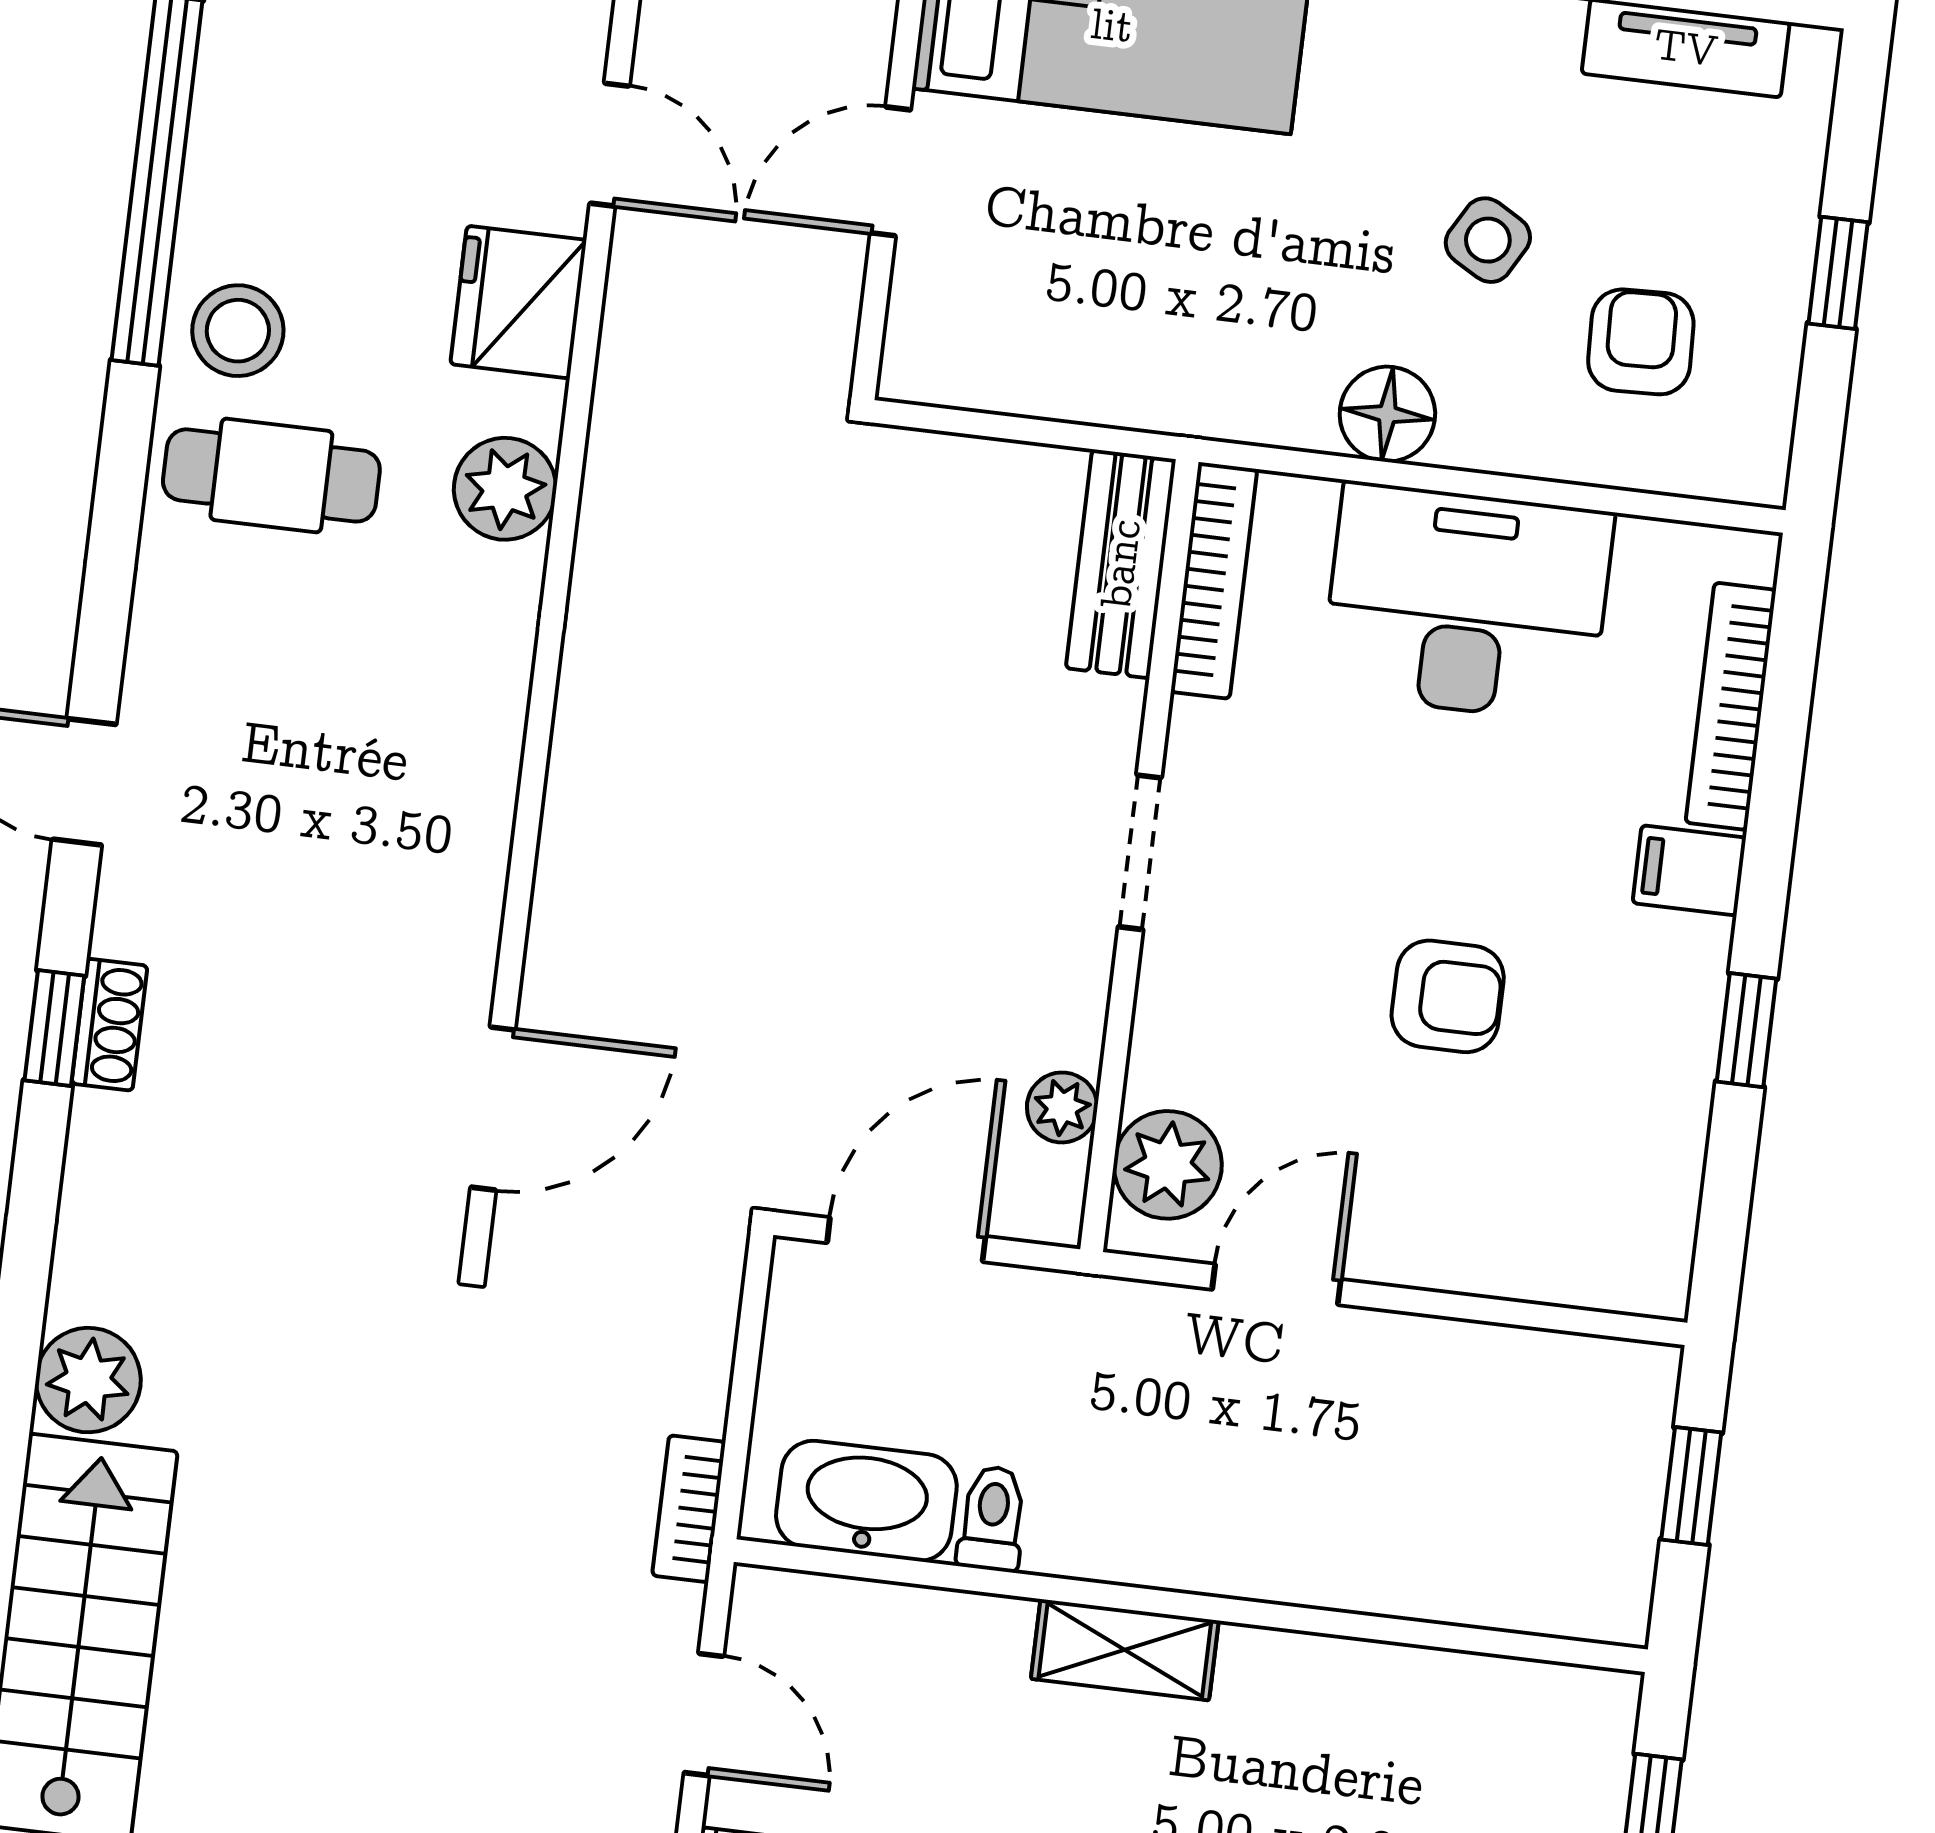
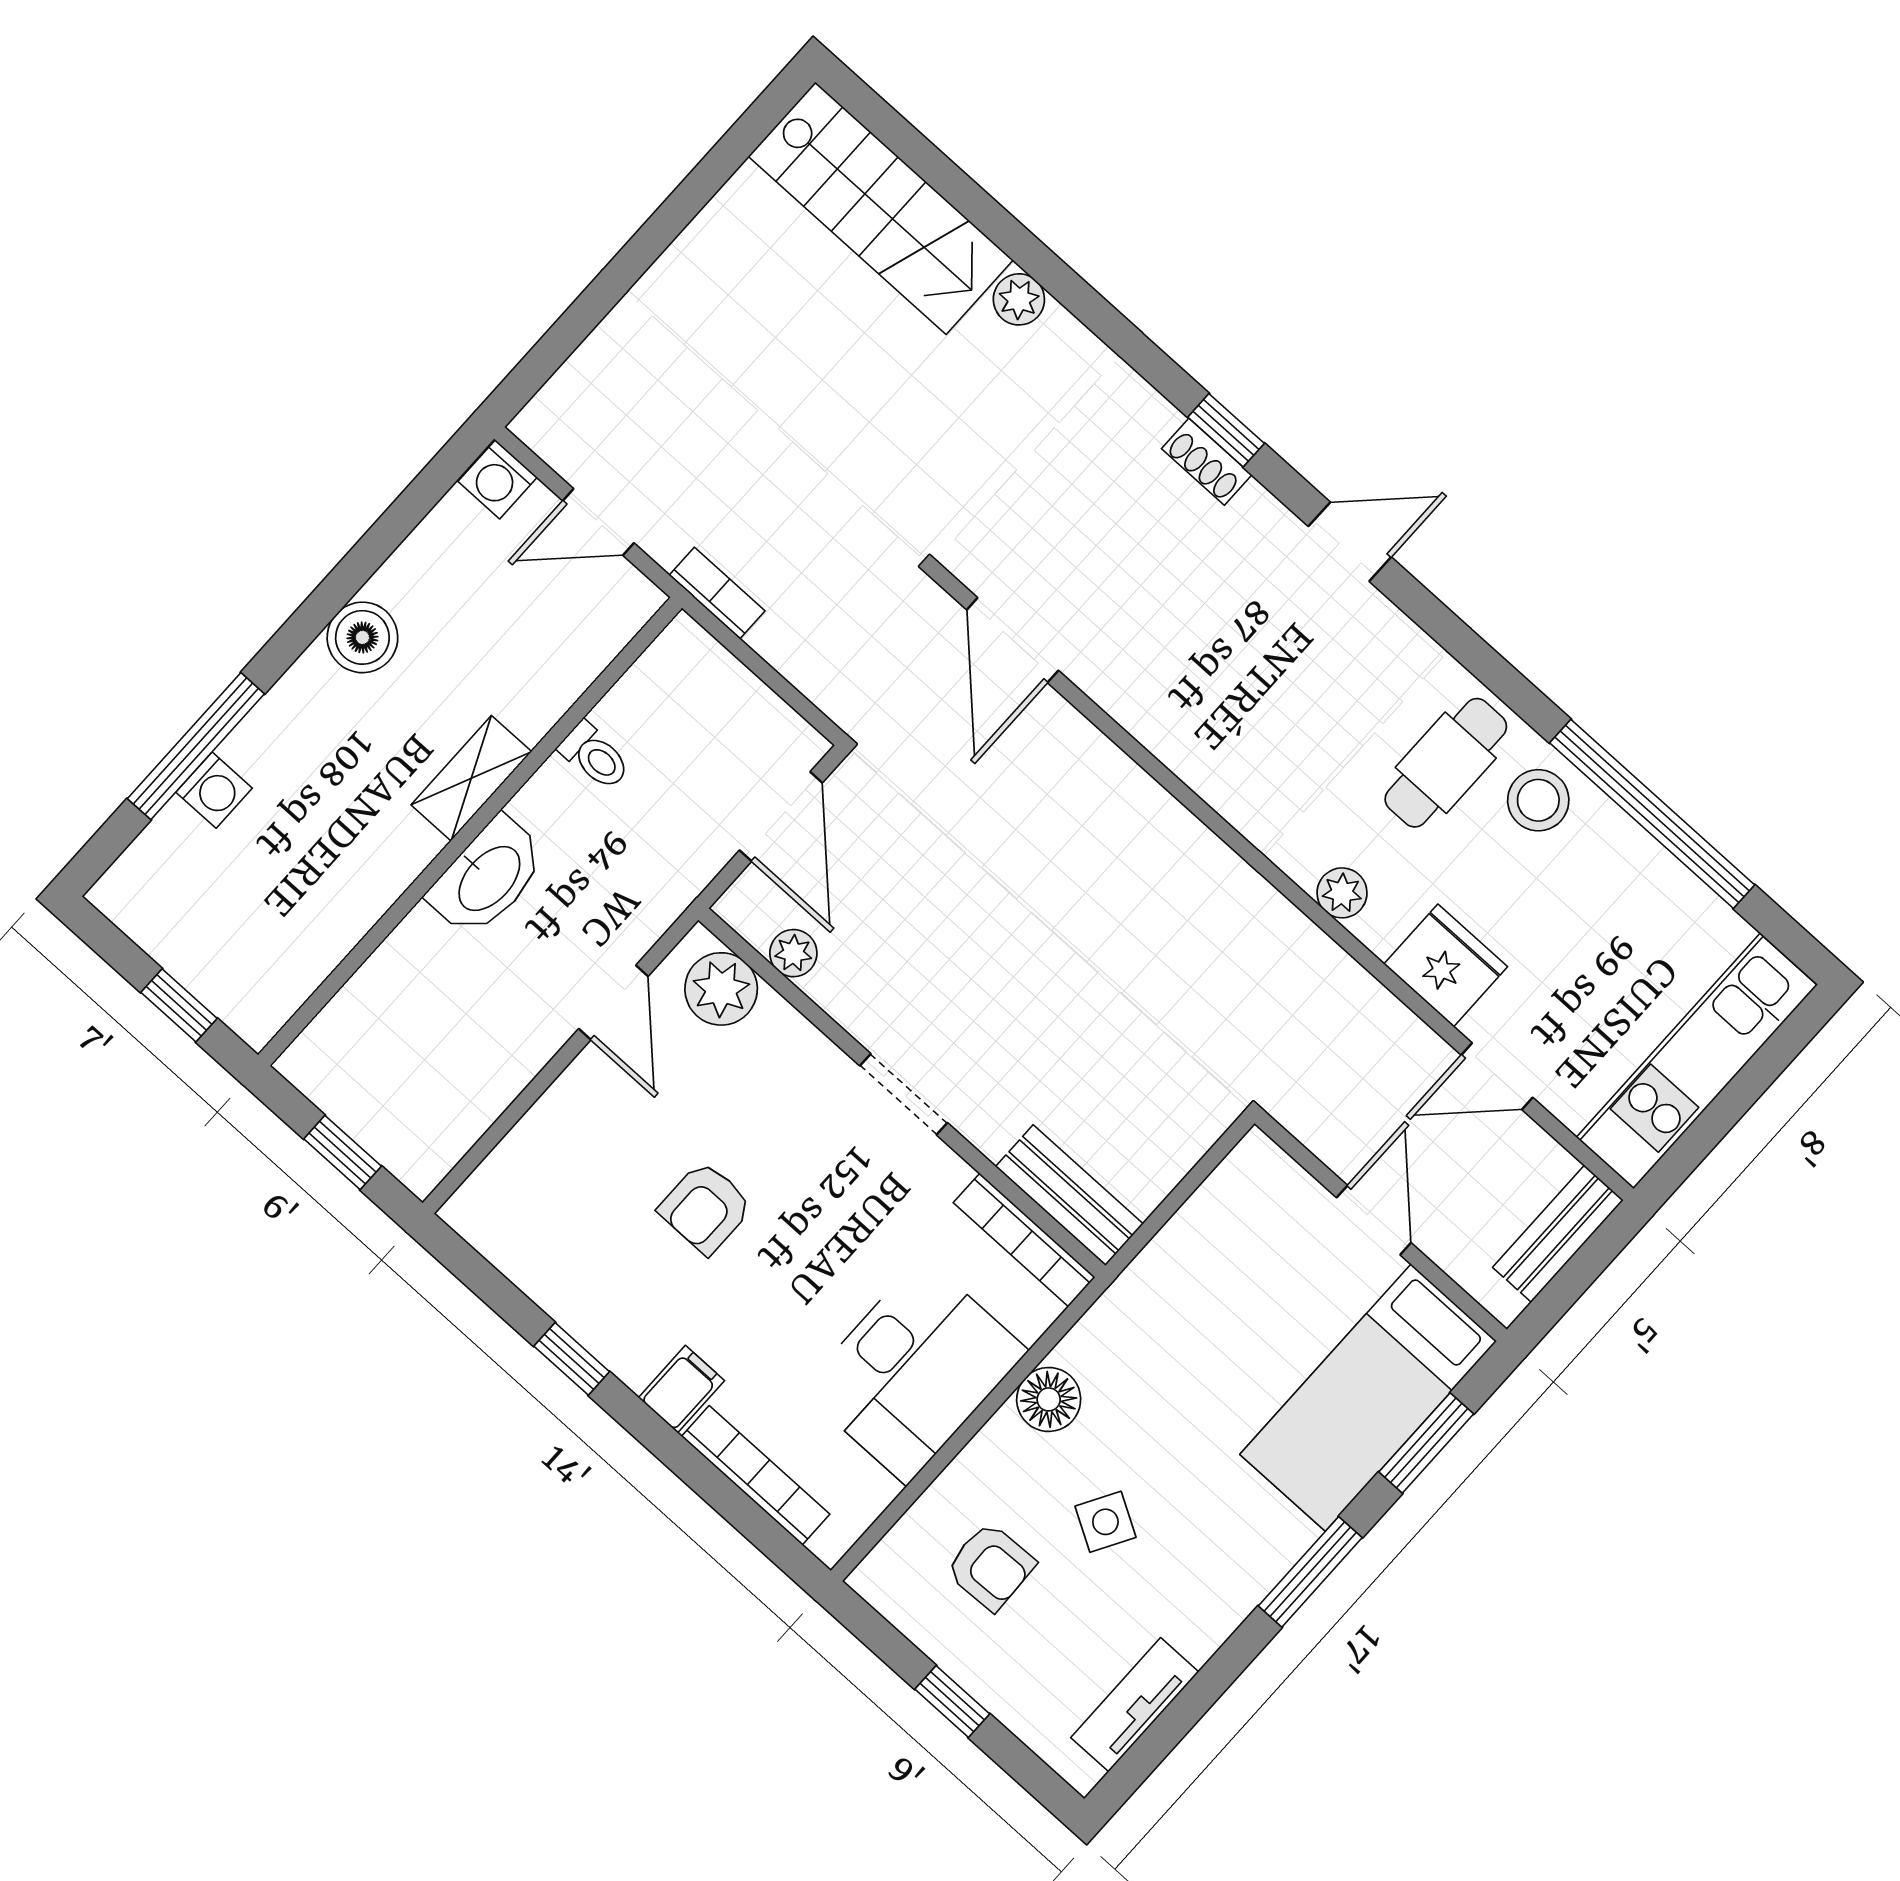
plant: (505, 489) -> (1342, 893), width x0.73, depth x0.73
plant: (88, 1380) -> (1019, 299), width x0.73, depth x0.73
washbasin: (866, 1501) -> (488, 877), moved

